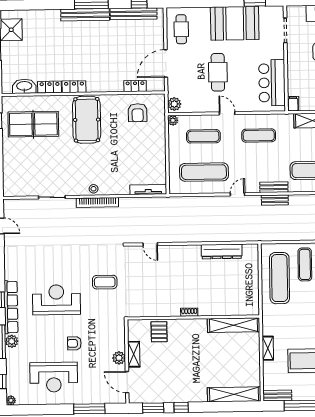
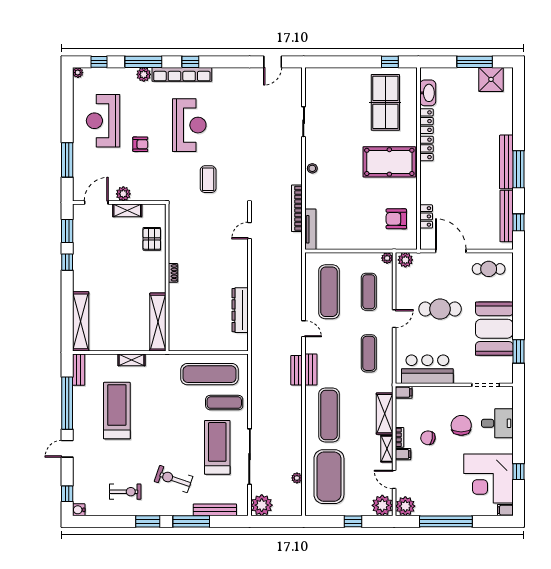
bookcase: (97, 202) -> (297, 208), moved
pallet: (159, 332) -> (152, 239), turned 90
armchair: (74, 343) -> (140, 144), turned 90

